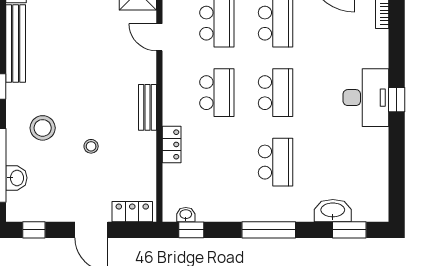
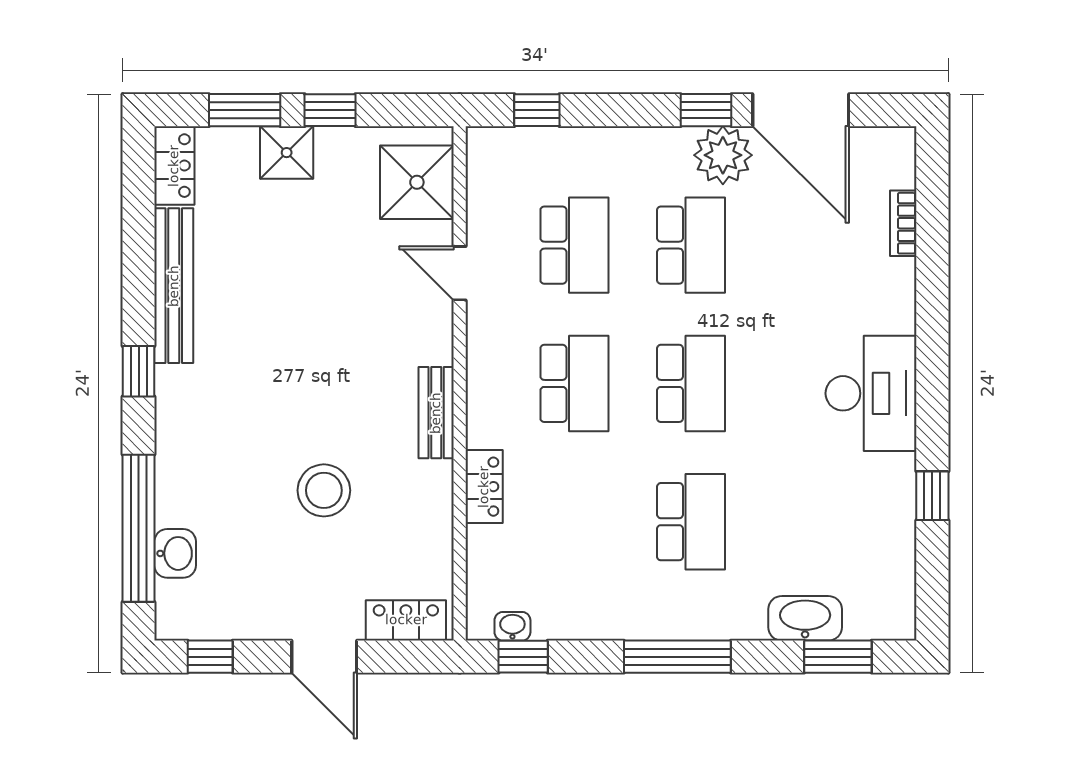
window: (397, 100) -> (932, 496), moved
stool: (43, 128) -> (227, 454), removed
stool: (91, 146) -> (324, 490), width x1.89, depth x1.89

